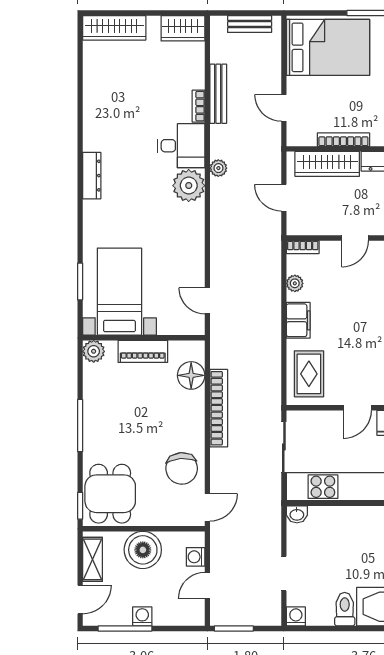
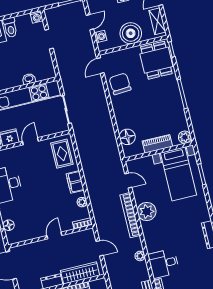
plant: (189, 186) -> (147, 211), moved
bookcase: (219, 408) -> (130, 215), moved
washbasin: (297, 514) -> (29, 79), moved

